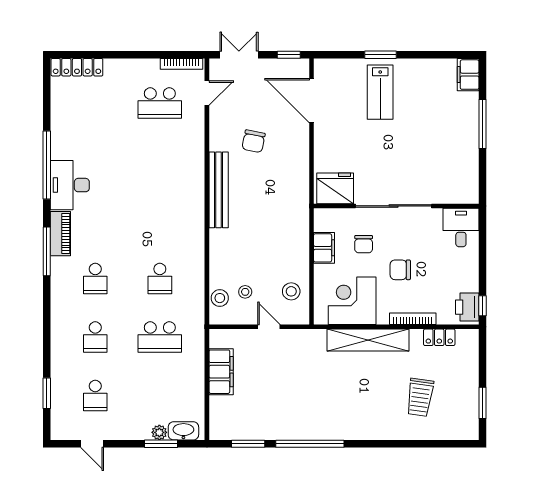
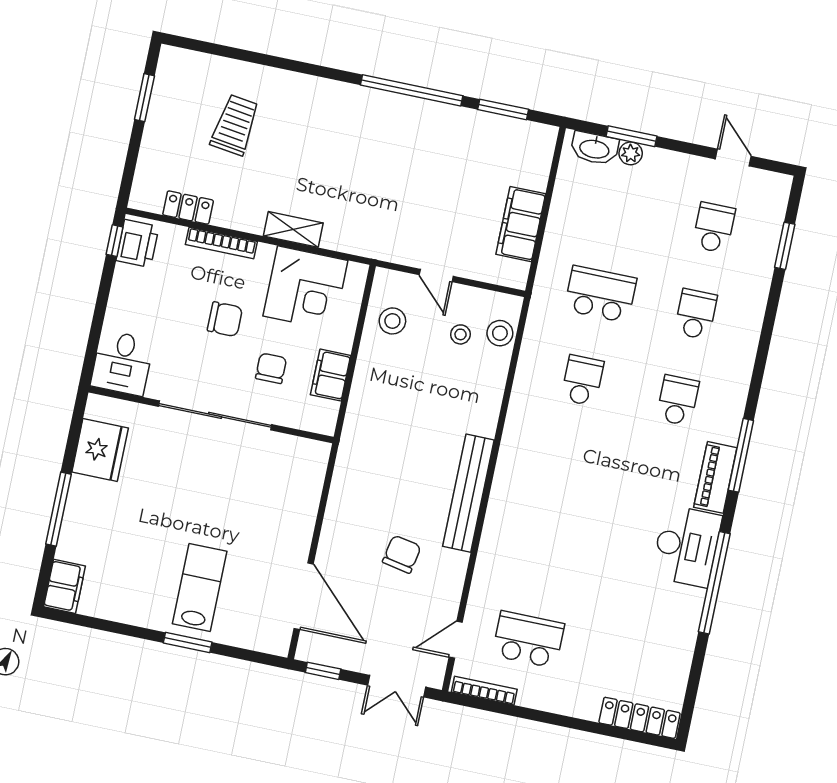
fridge: (335, 188) -> (100, 450), moved, turned -90
shelving: (368, 340) -> (293, 229), width x0.45, depth x0.75

